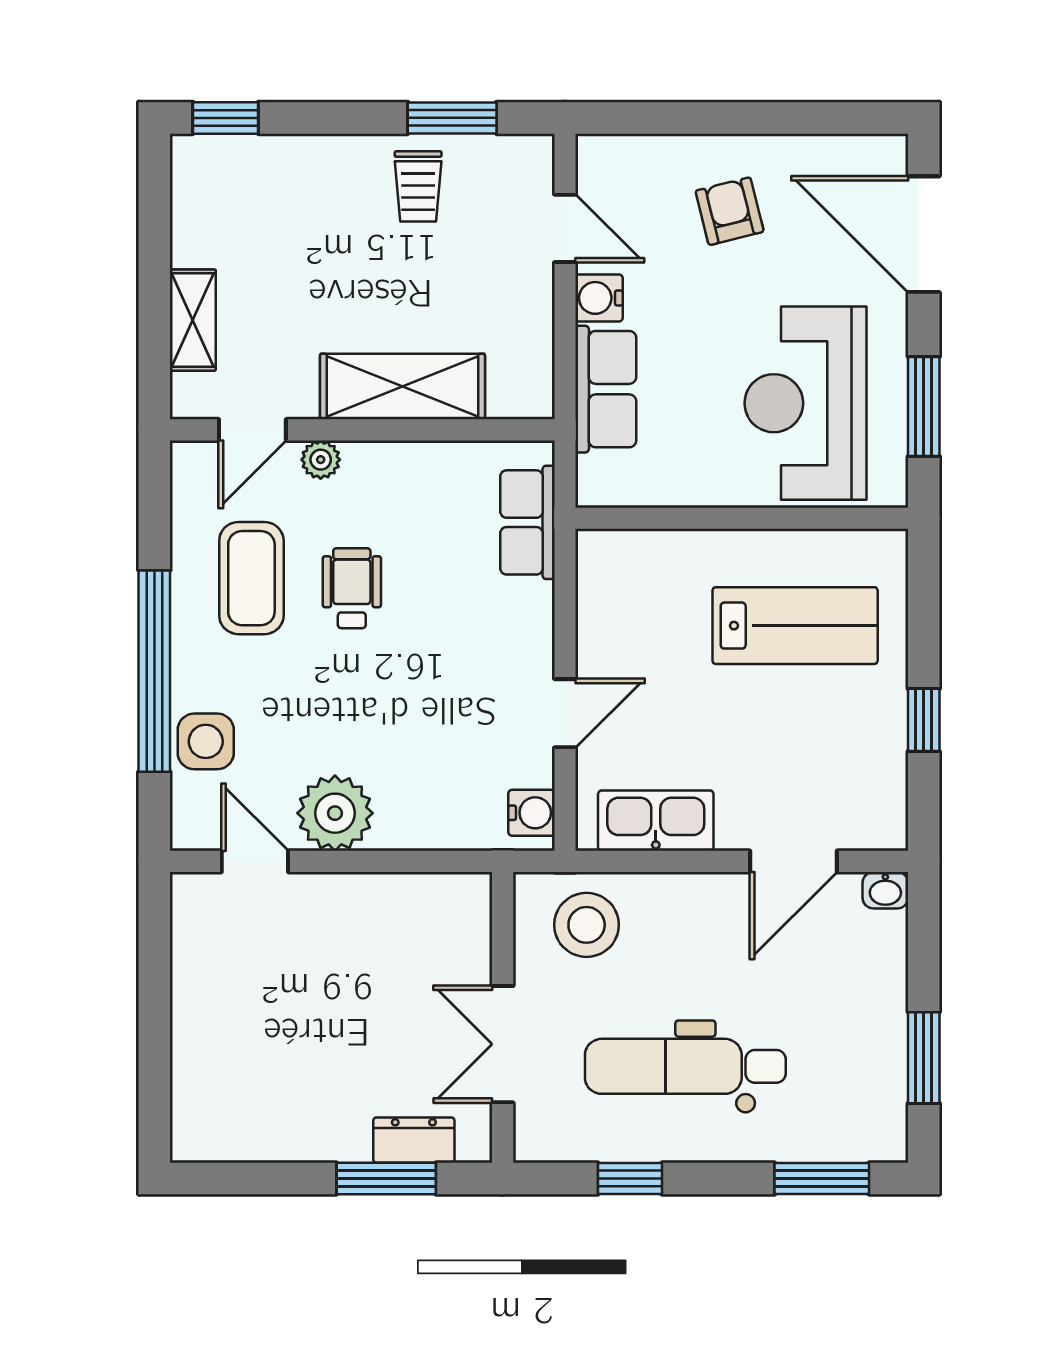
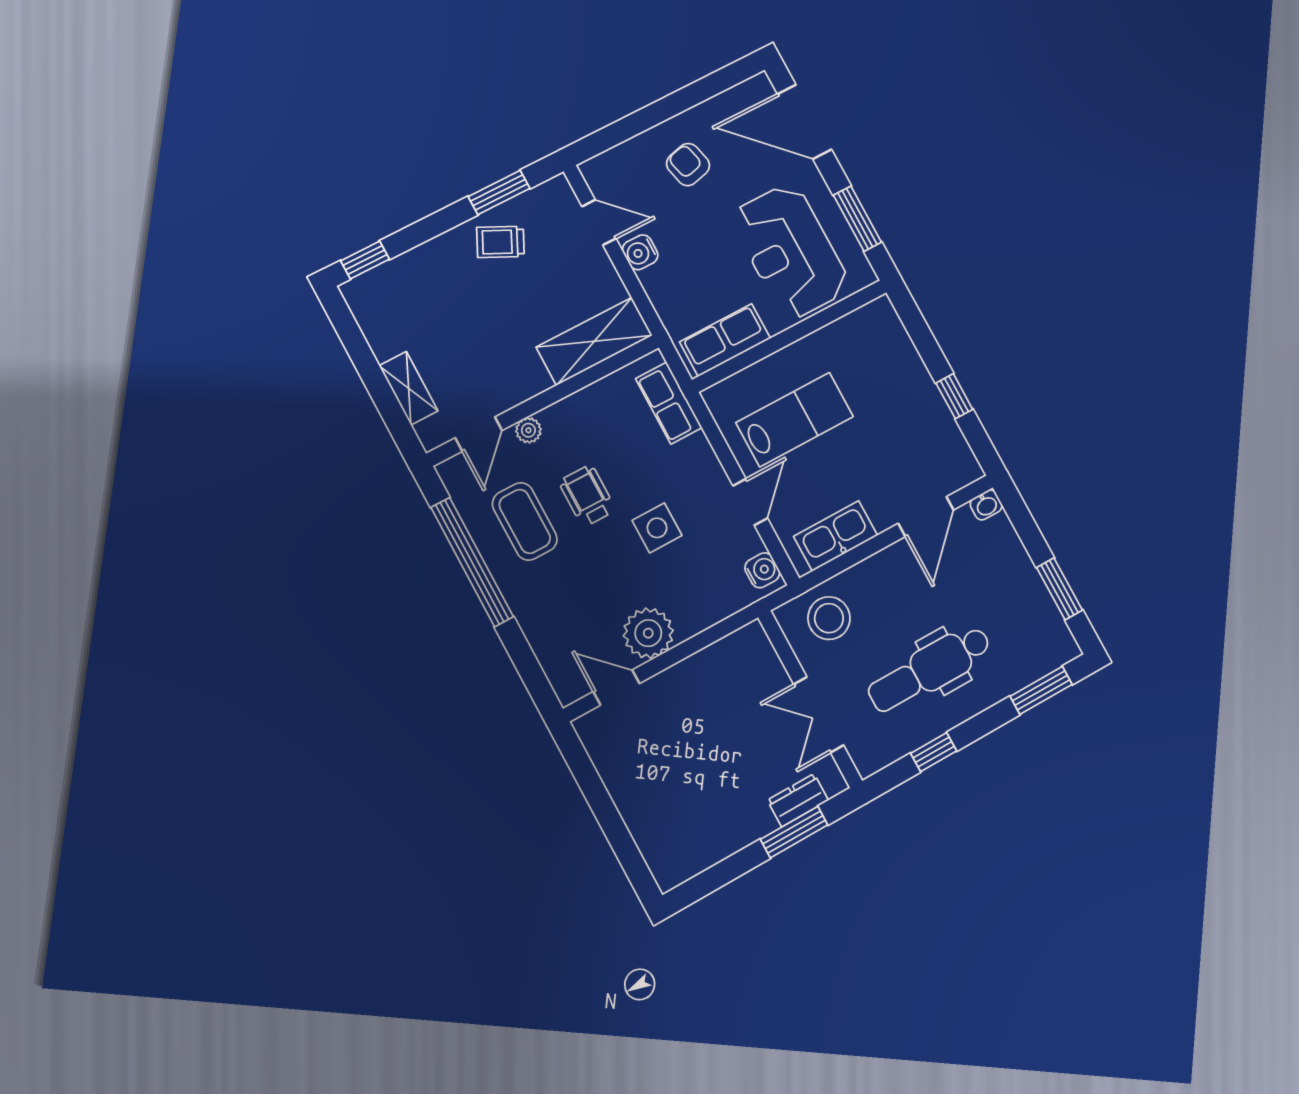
trolley: (418, 186) -> (500, 242), turned 116
shelving: (402, 386) -> (594, 341), moved
row of seats: (606, 389) -> (725, 340), moved, turned -90
lab bench: (795, 626) -> (795, 420), moved
window: (154, 671) -> (472, 562), moved
side table: (206, 741) -> (657, 528), moved

